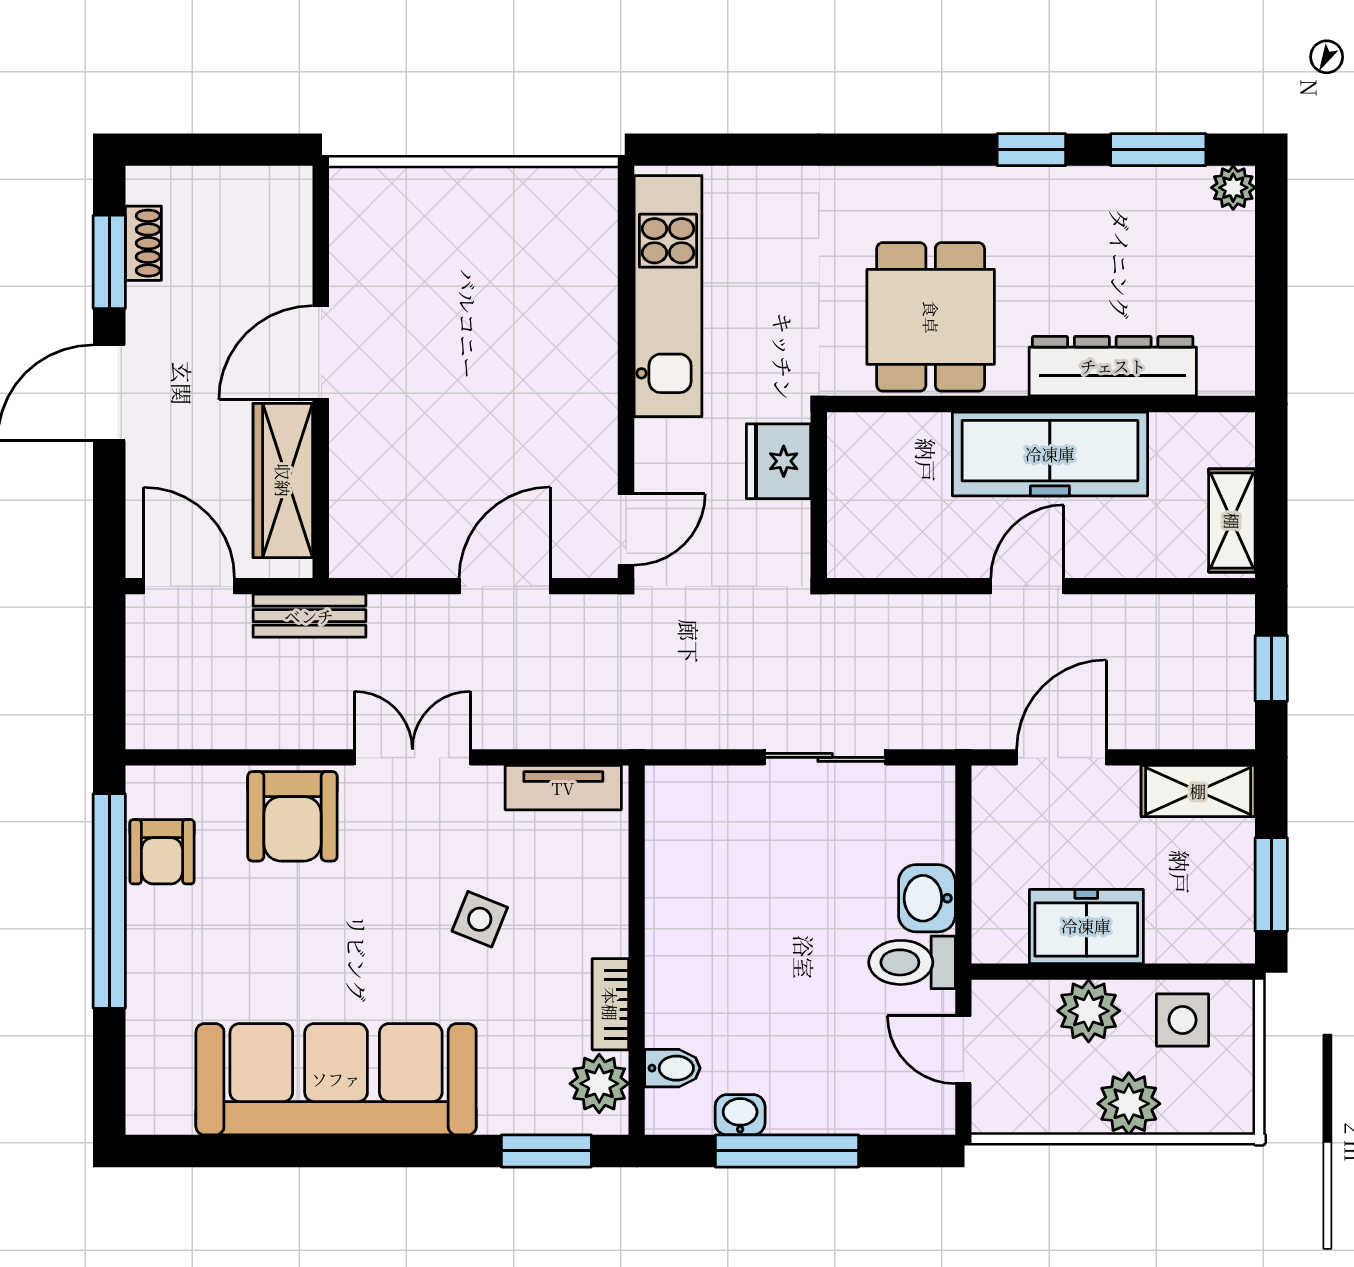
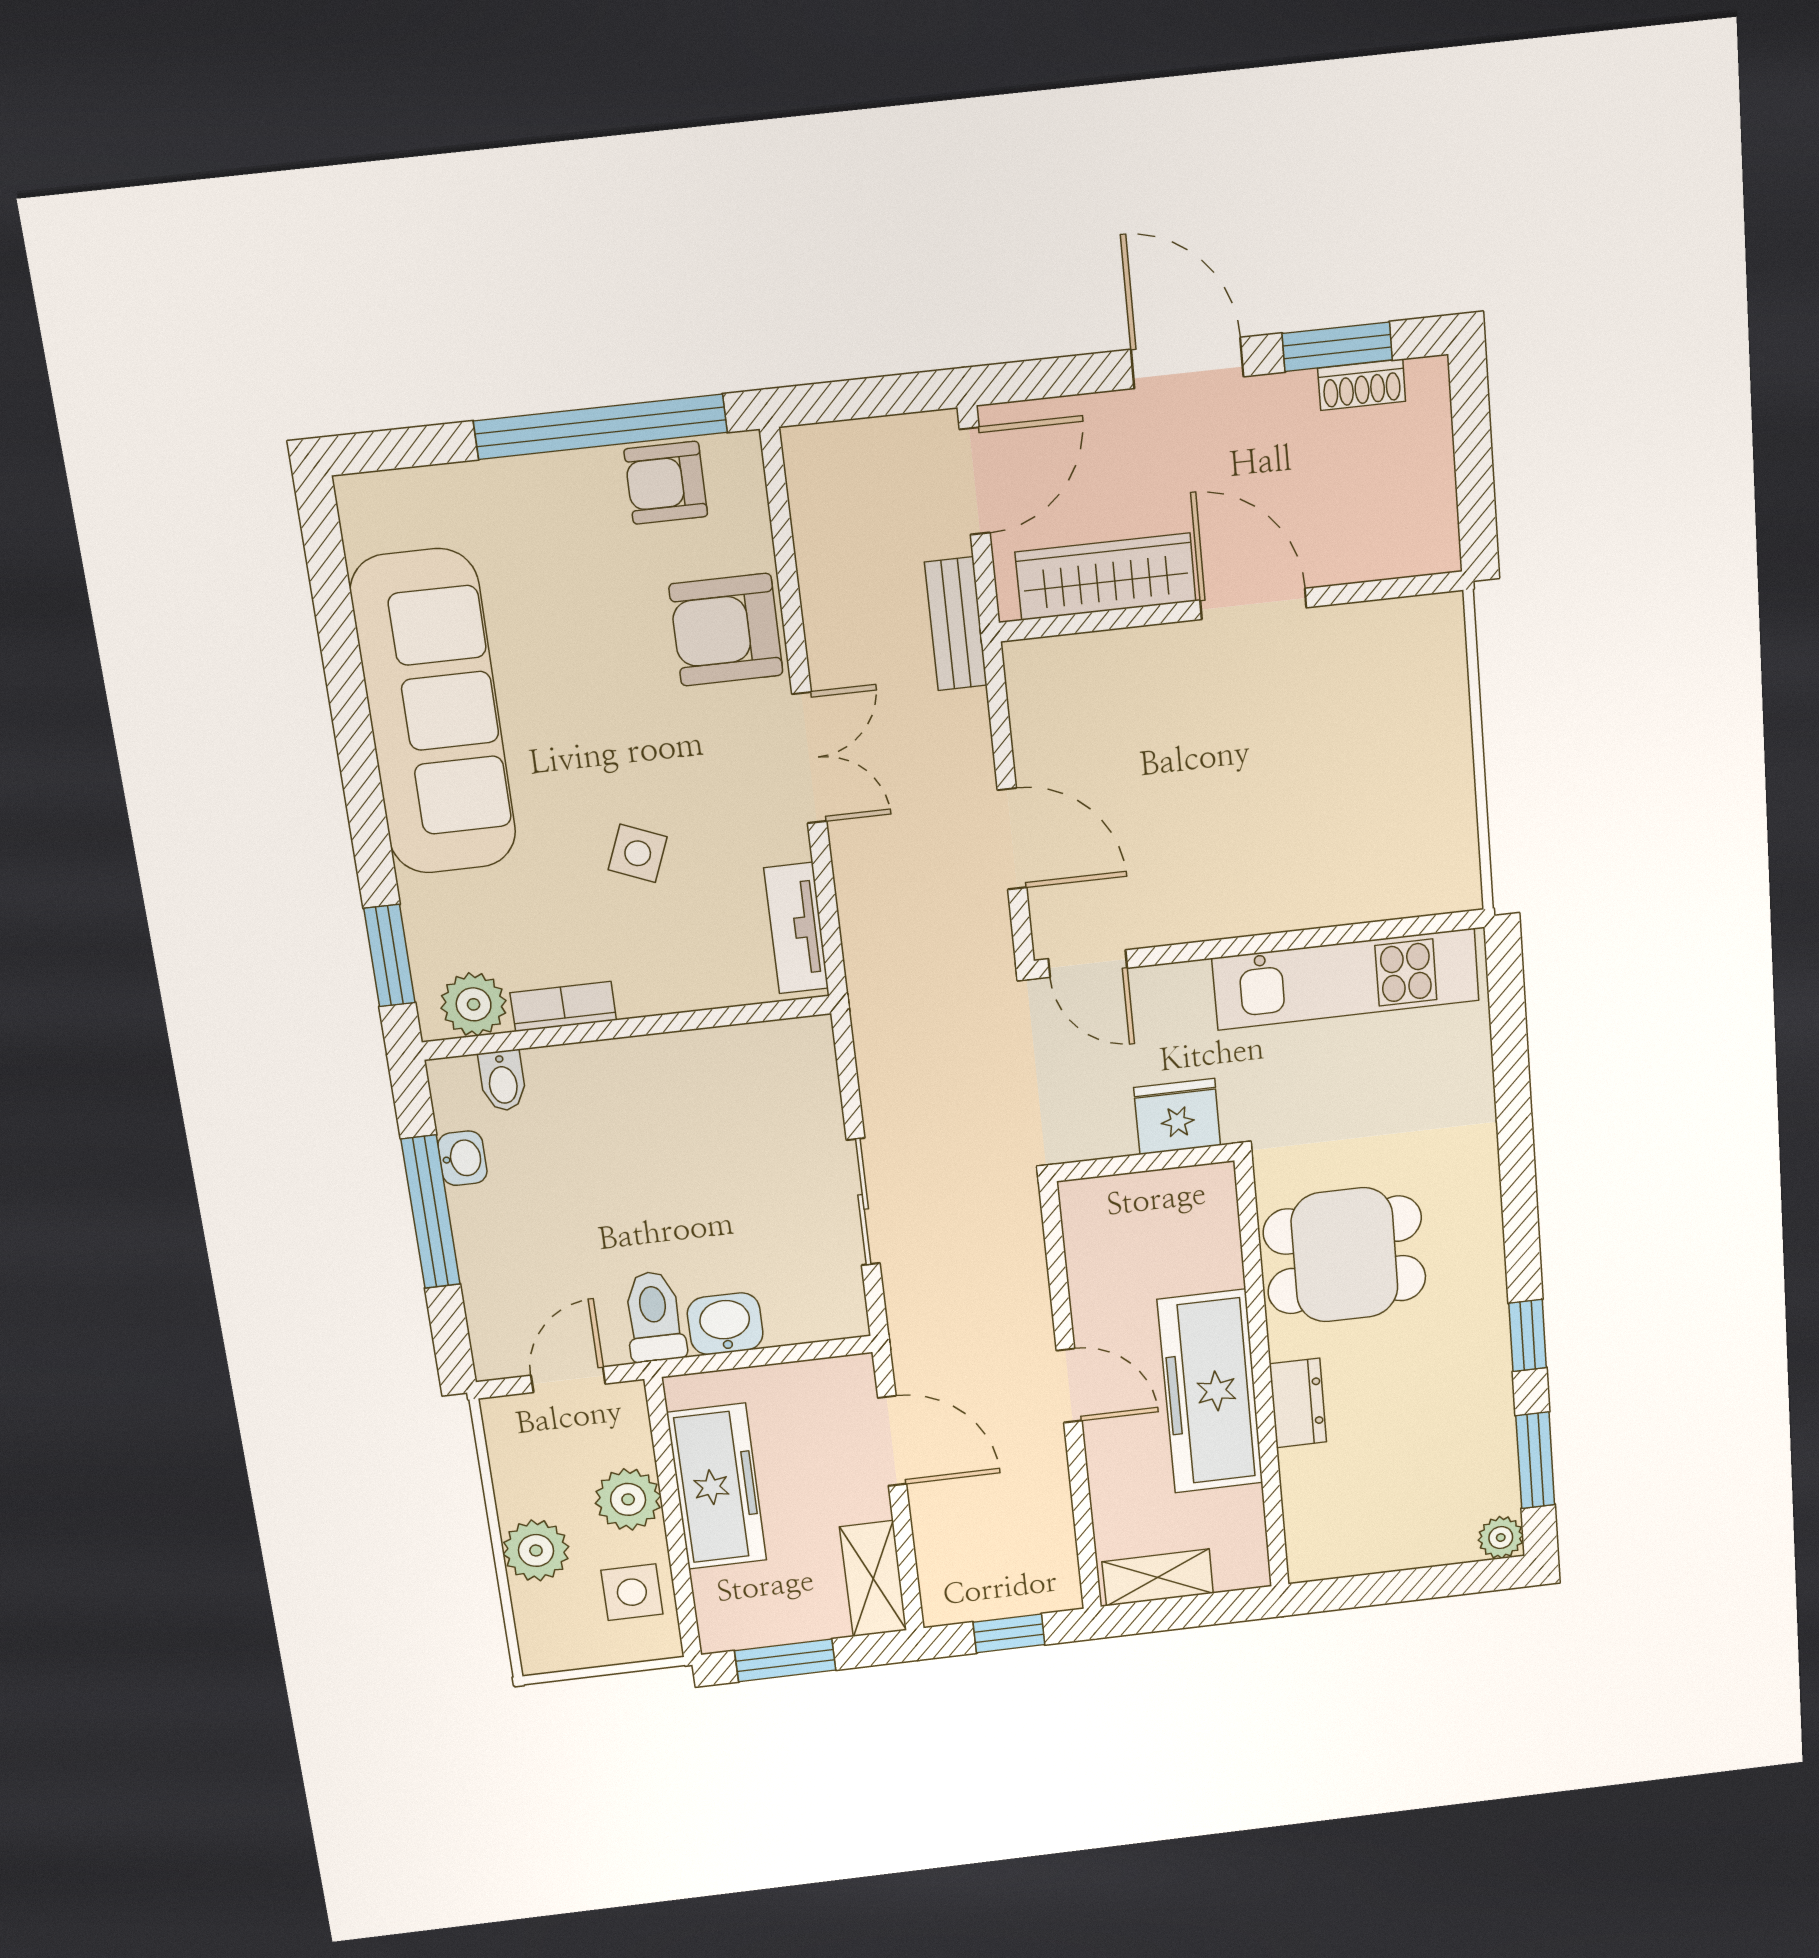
dresser: (1113, 366) -> (1298, 1403), width x0.51, depth x0.80
freezer: (1086, 926) -> (717, 1487), width x1.40

